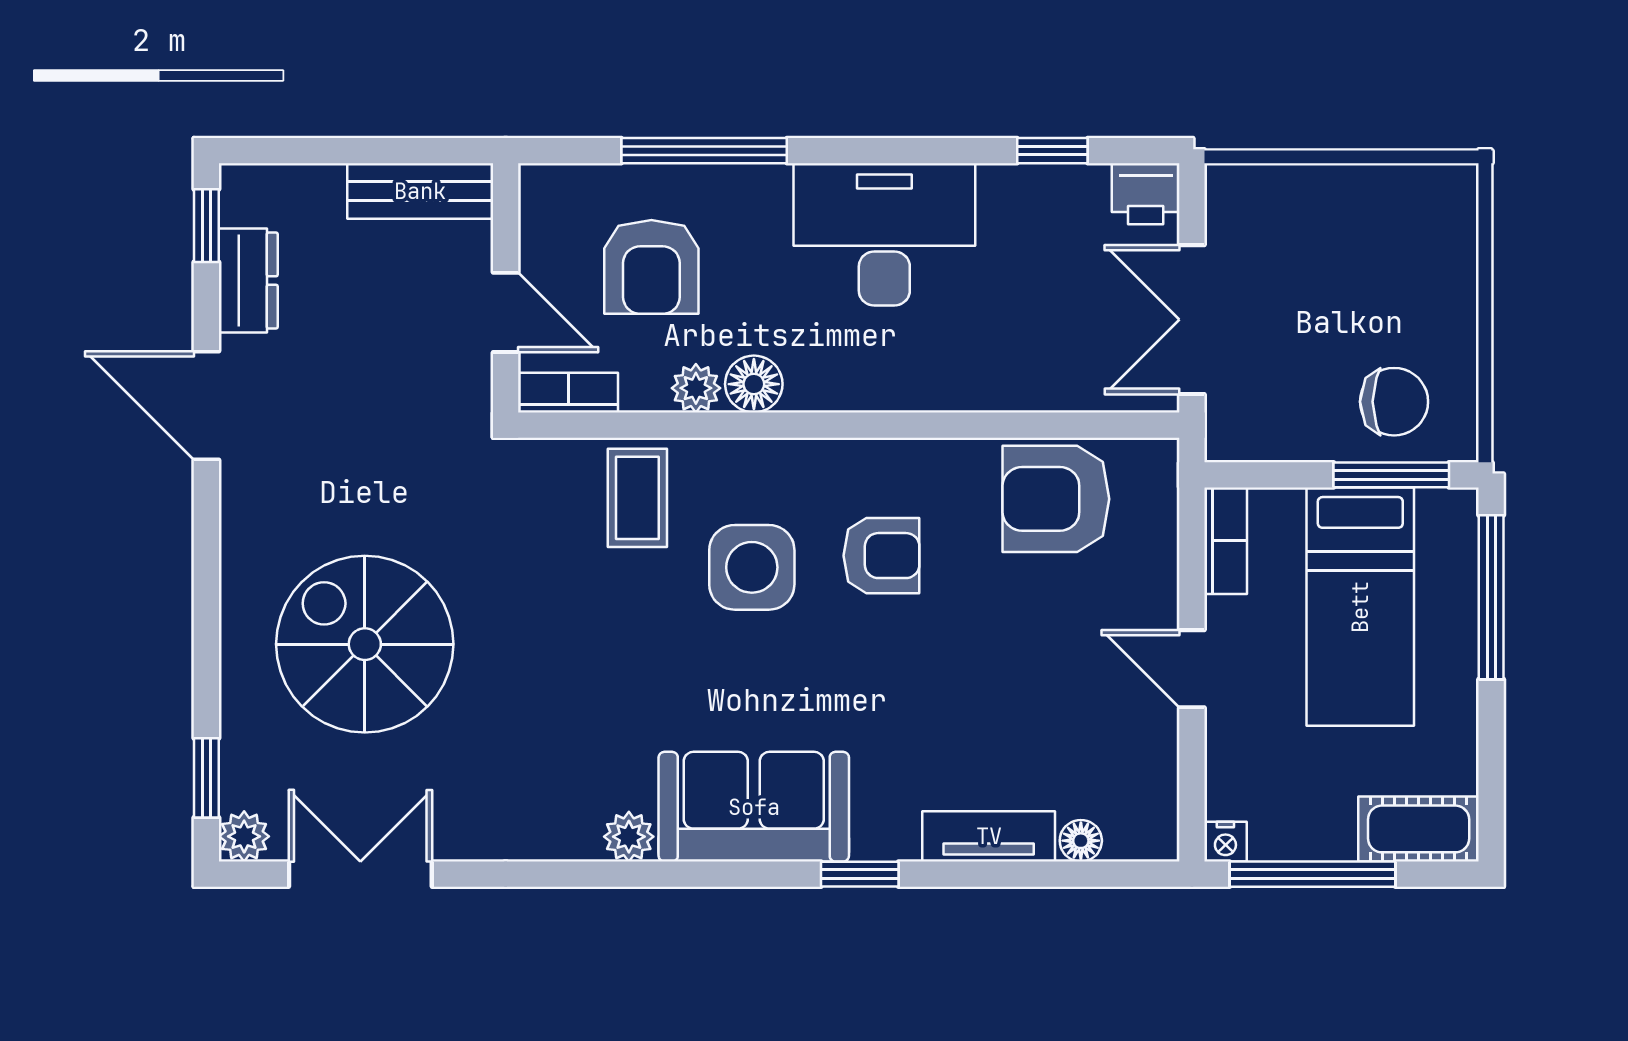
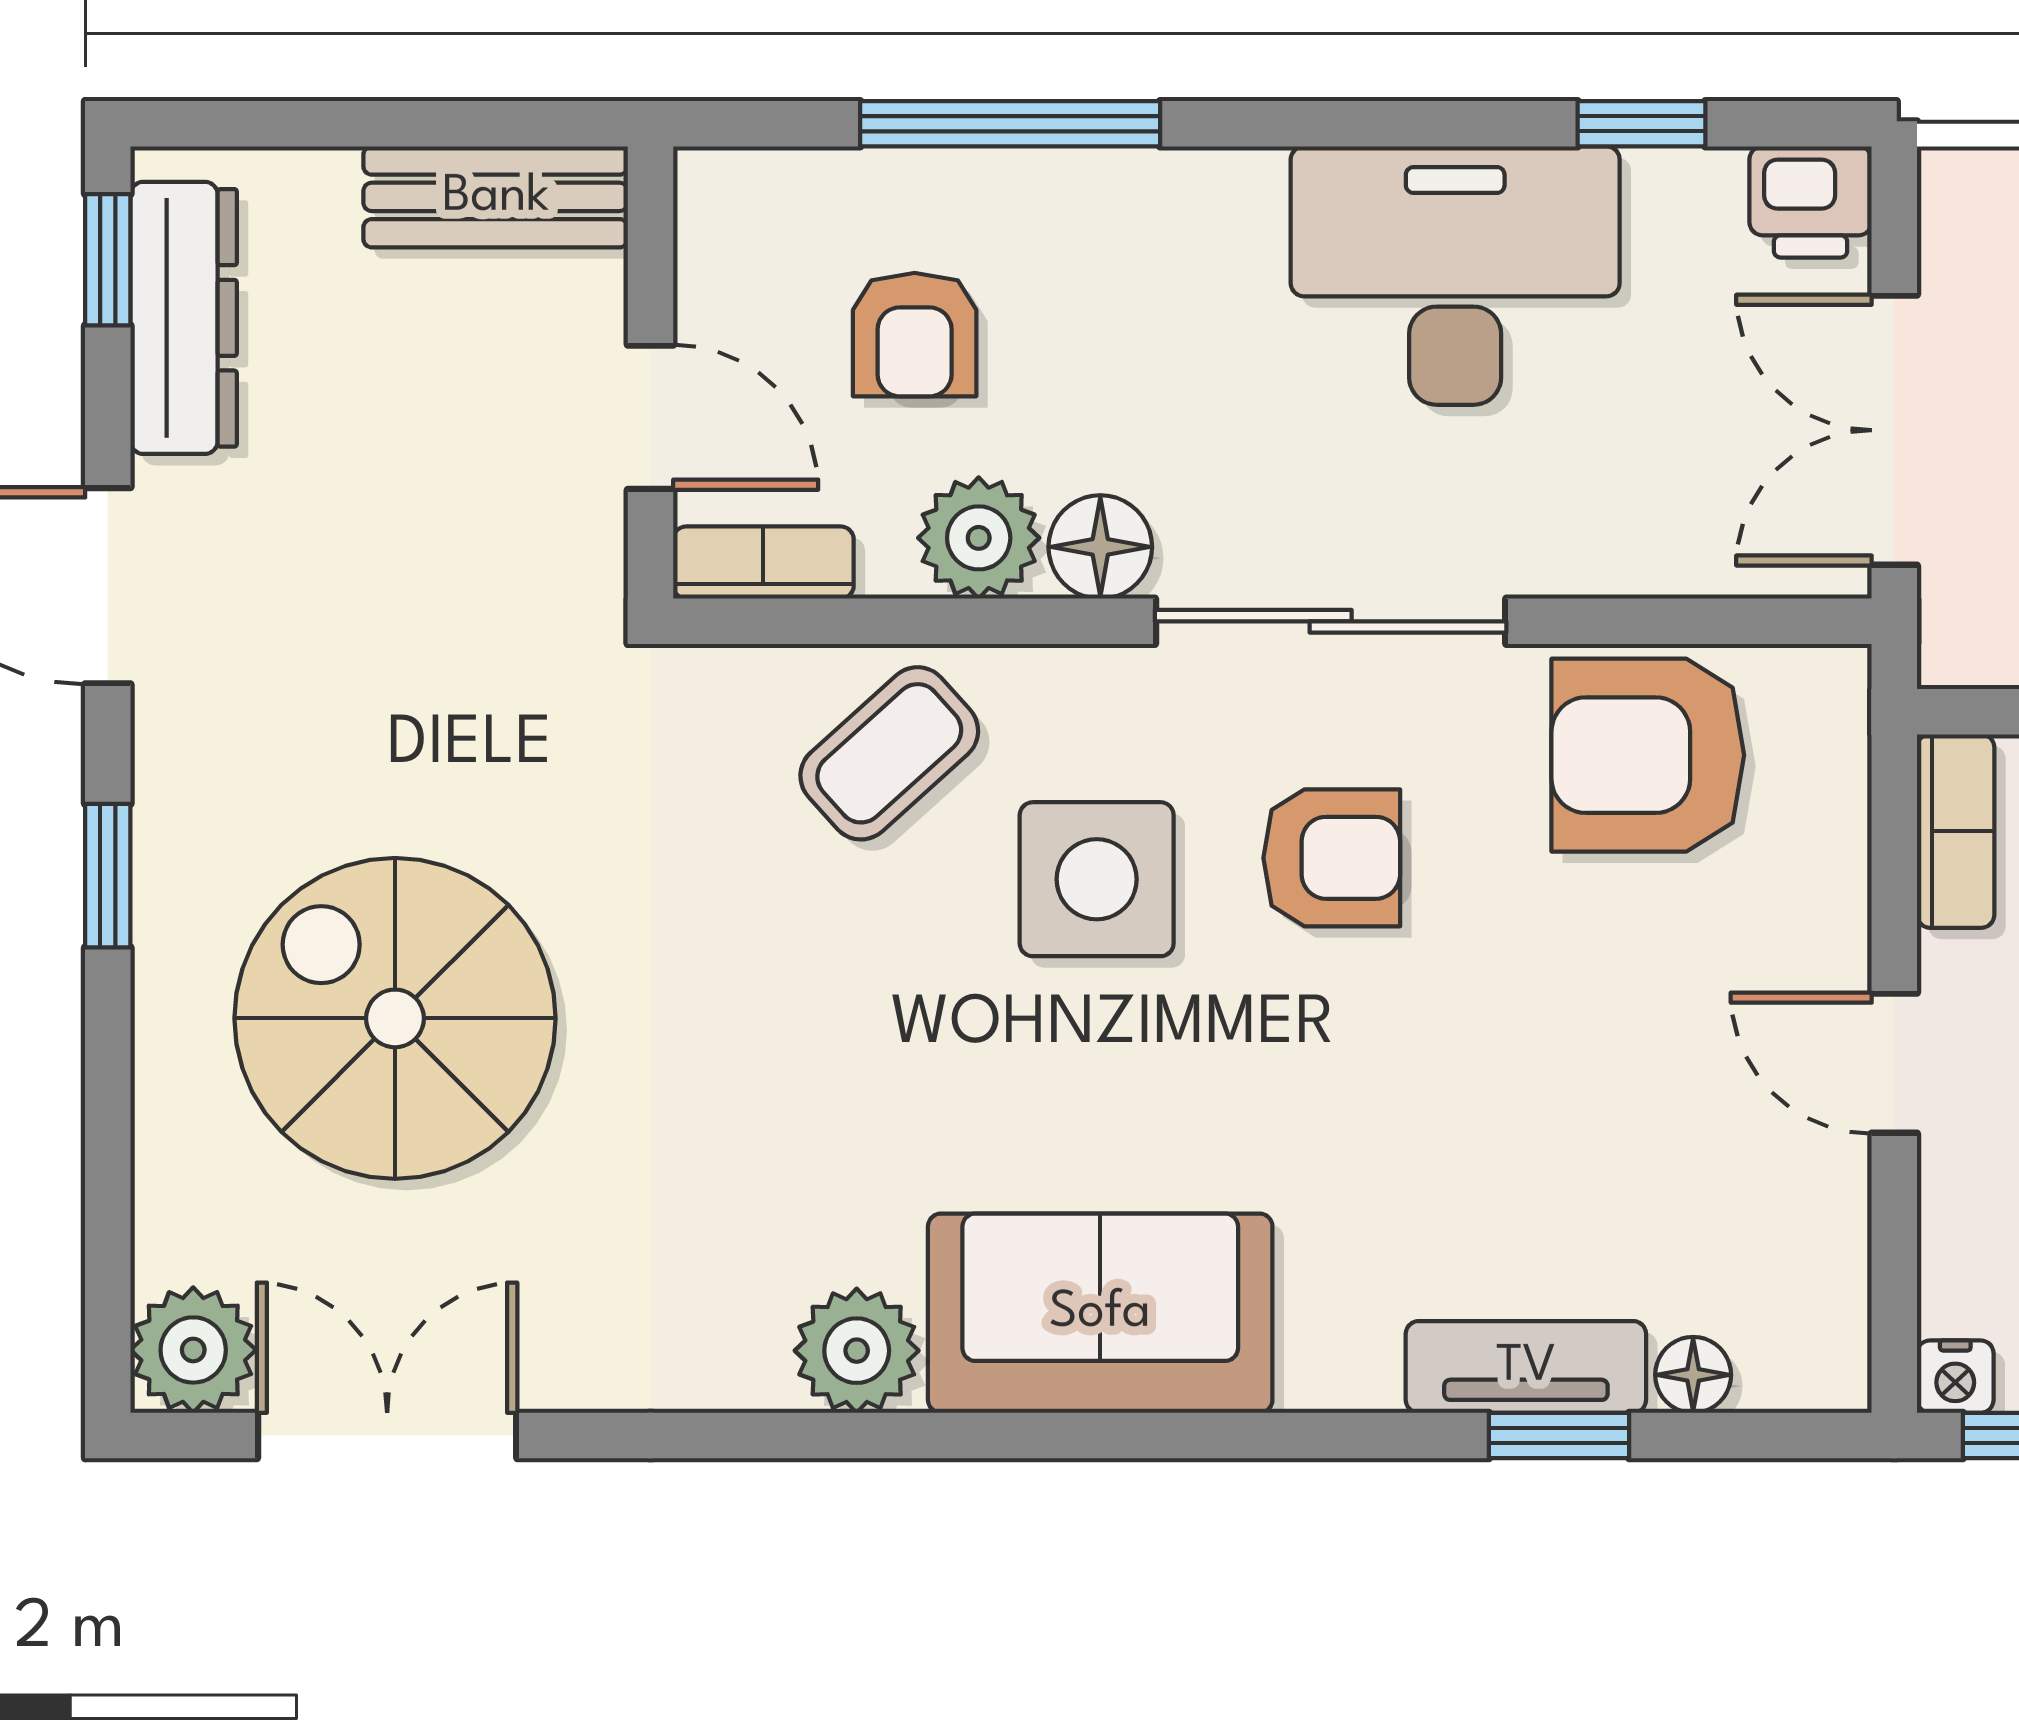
desk: (884, 234) -> (1455, 276), moved
armchair: (651, 267) -> (915, 335), width x0.72, depth x0.72
dresser: (248, 281) -> (184, 318), width x1.44
plant: (696, 388) -> (979, 538), width x1.38, depth x1.38
sliding door: (881, 425) -> (1331, 621), added
coffee table: (637, 498) -> (889, 753), turned 48
window: (206, 778) -> (108, 876), moved
plant: (244, 836) -> (193, 1350), width x1.38, depth x1.38
plant: (629, 837) -> (857, 1351), width x1.38, depth x1.38
window: (860, 874) -> (1559, 1435), moved

